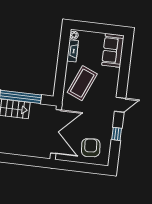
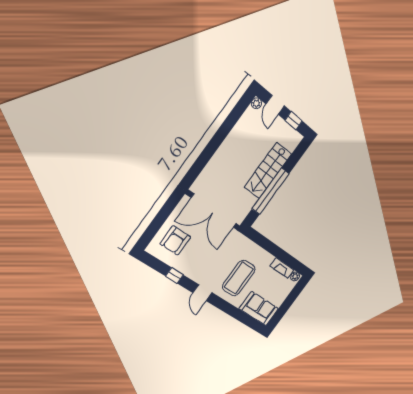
coffee table: (82, 83) -> (239, 278), moved, turned 67
armchair: (91, 148) -> (175, 240), turned 95

